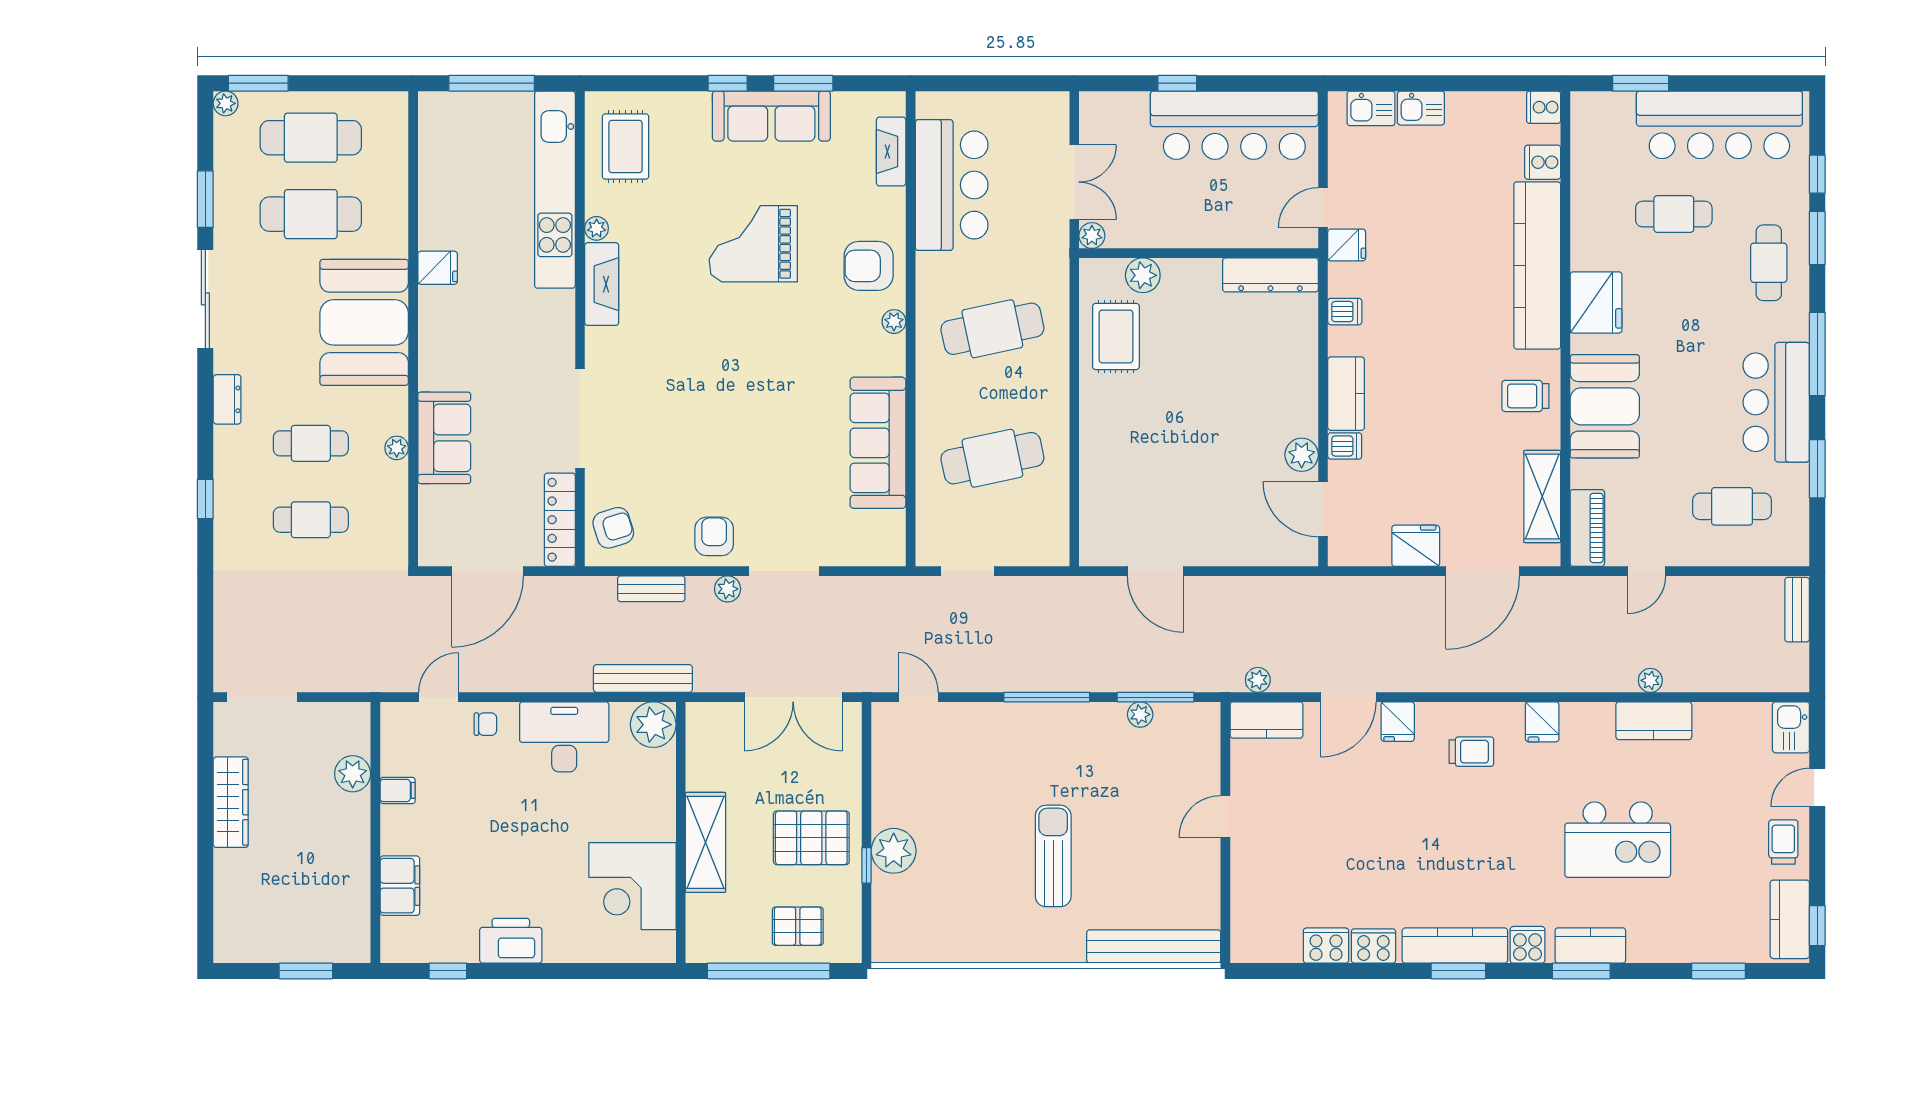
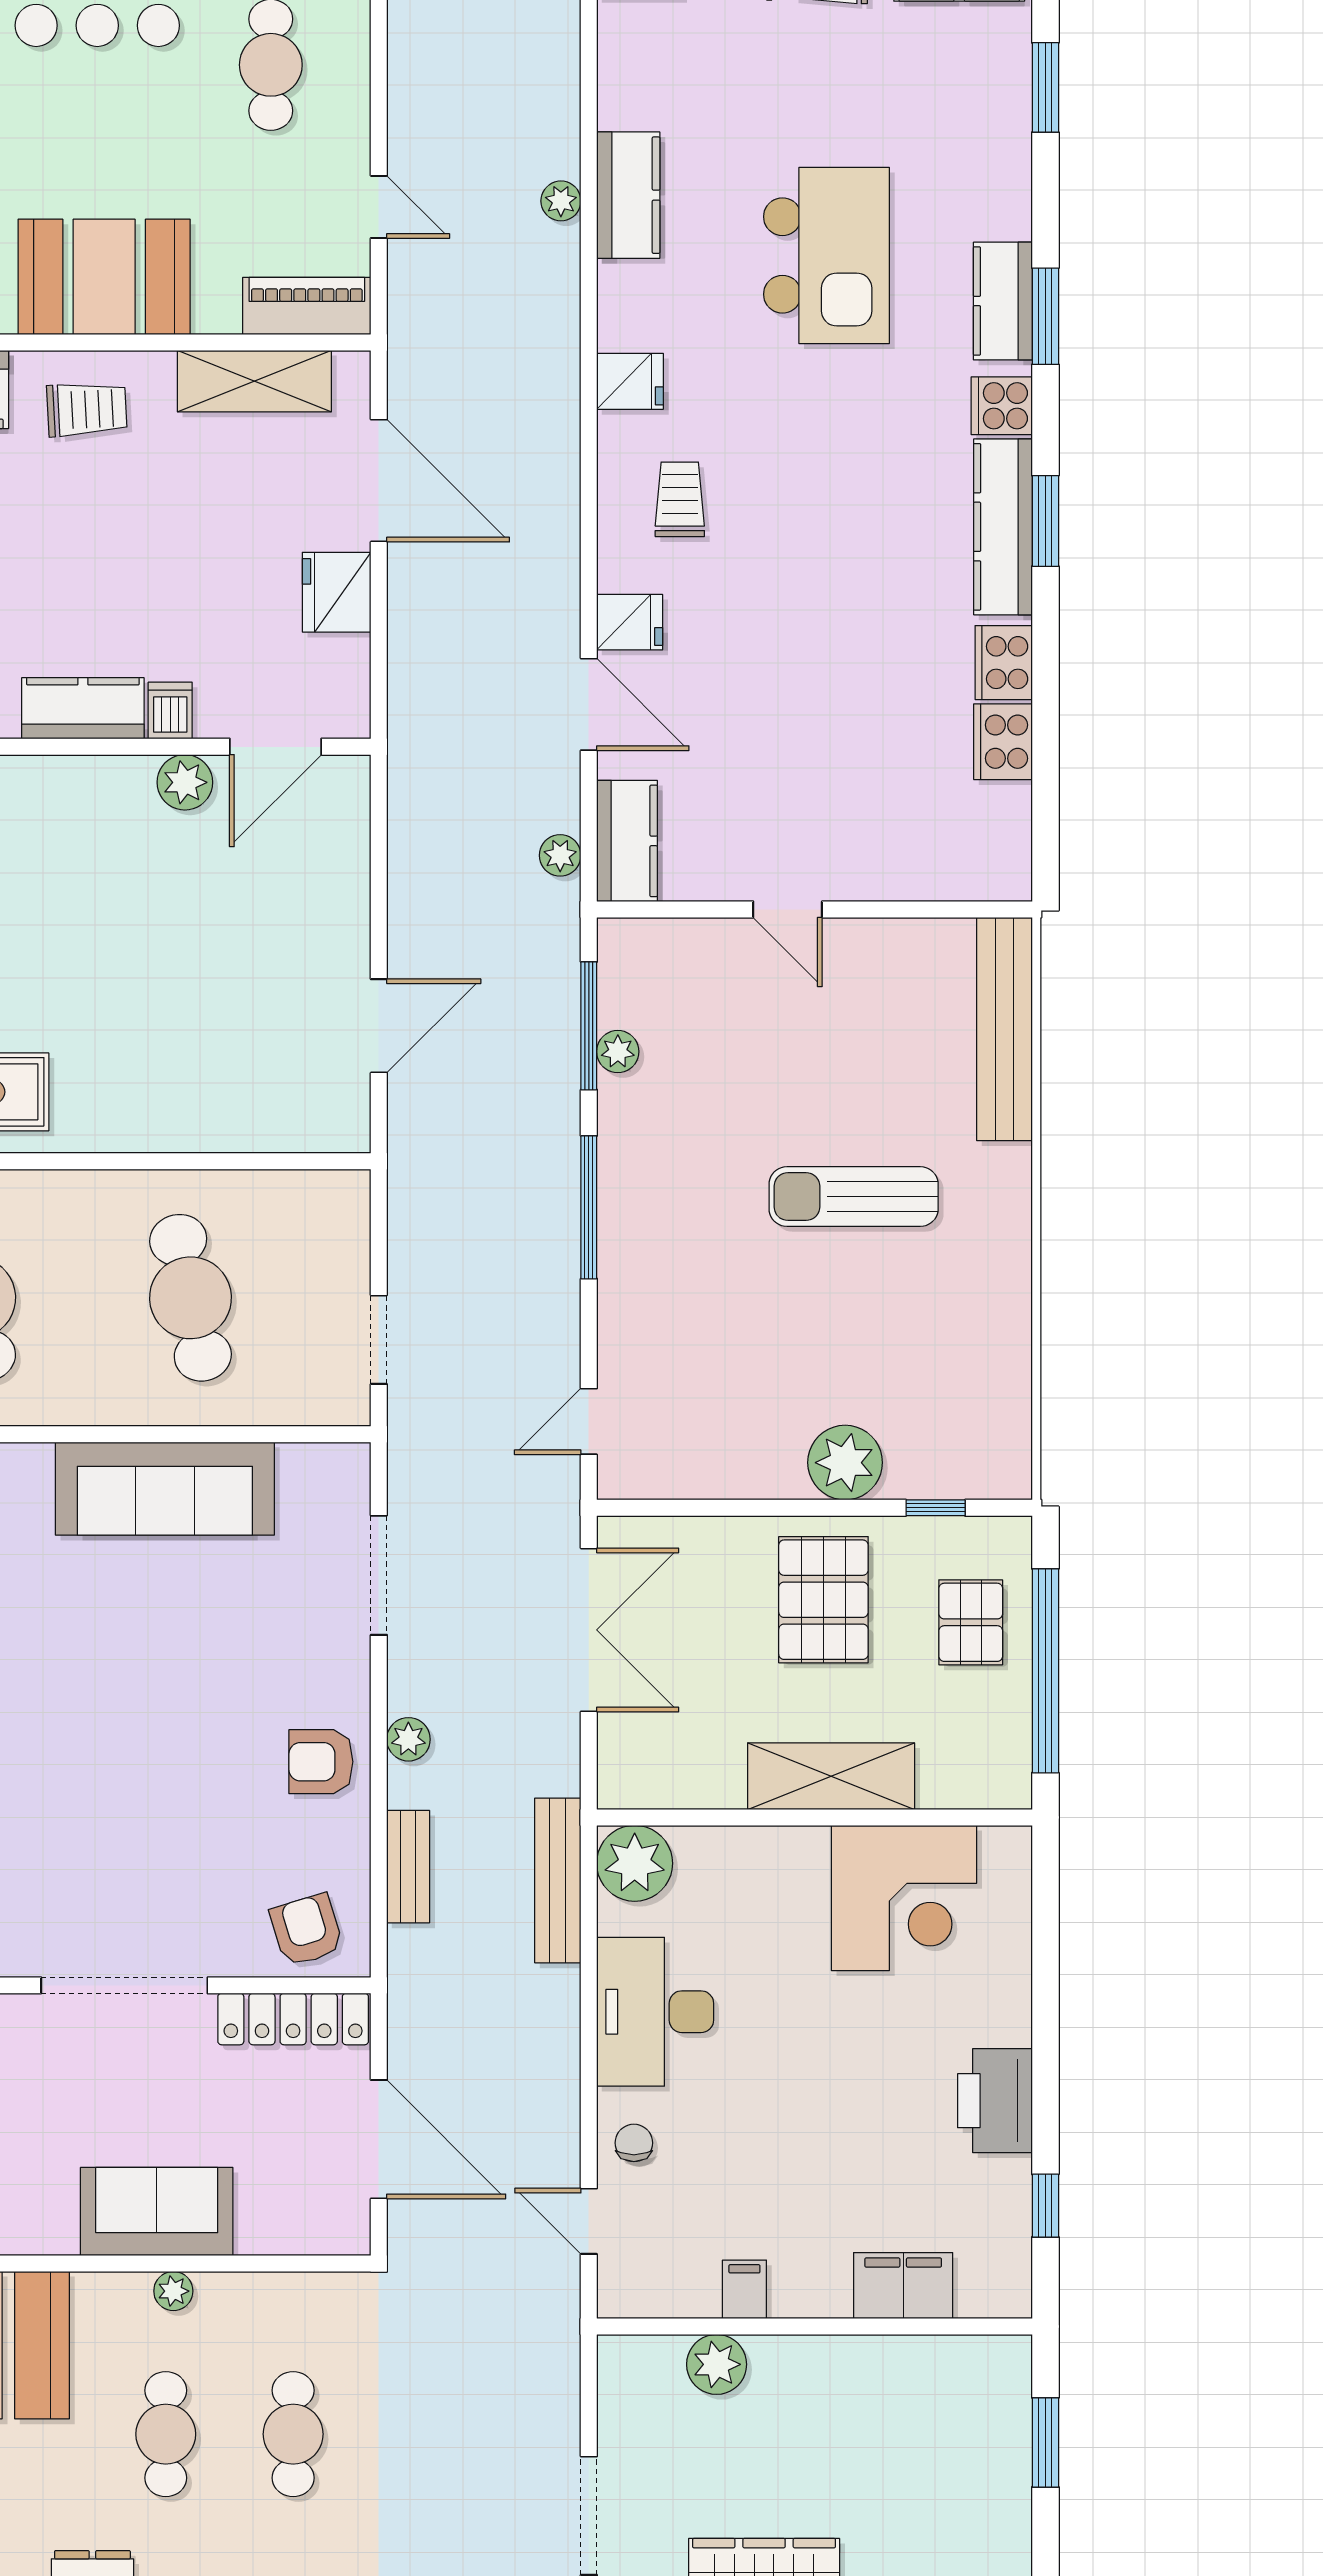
trolley: (1525, 396) -> (87, 409), turned -93
doorway: (784, 571) -> (379, 1575), moved
window: (866, 865) -> (936, 1508), moved

